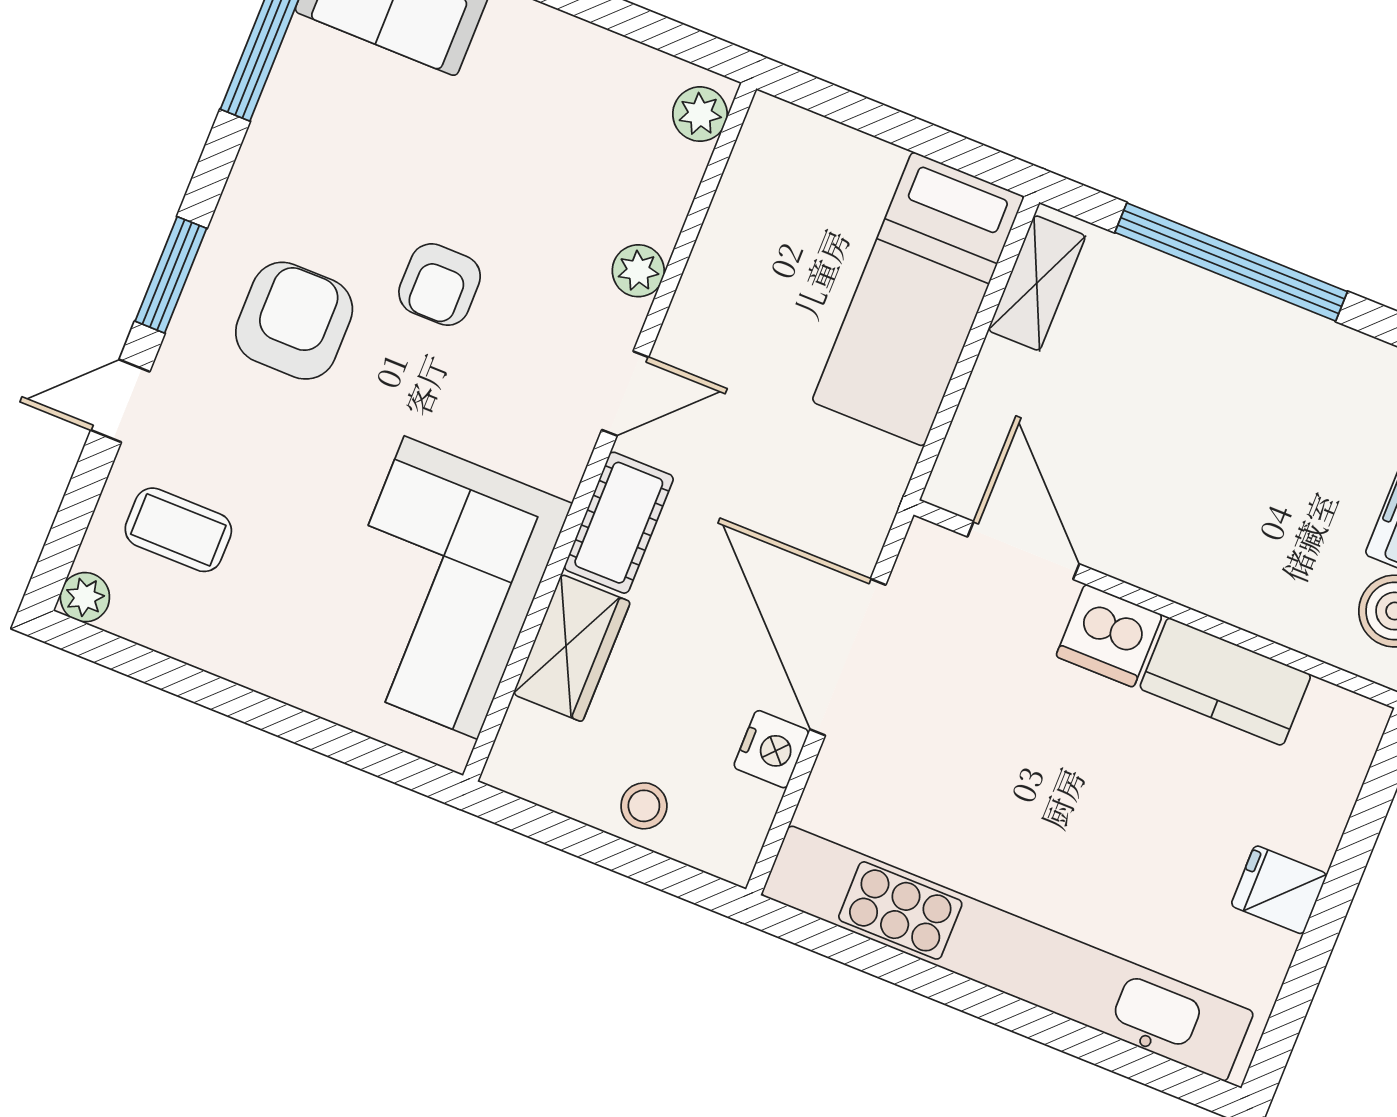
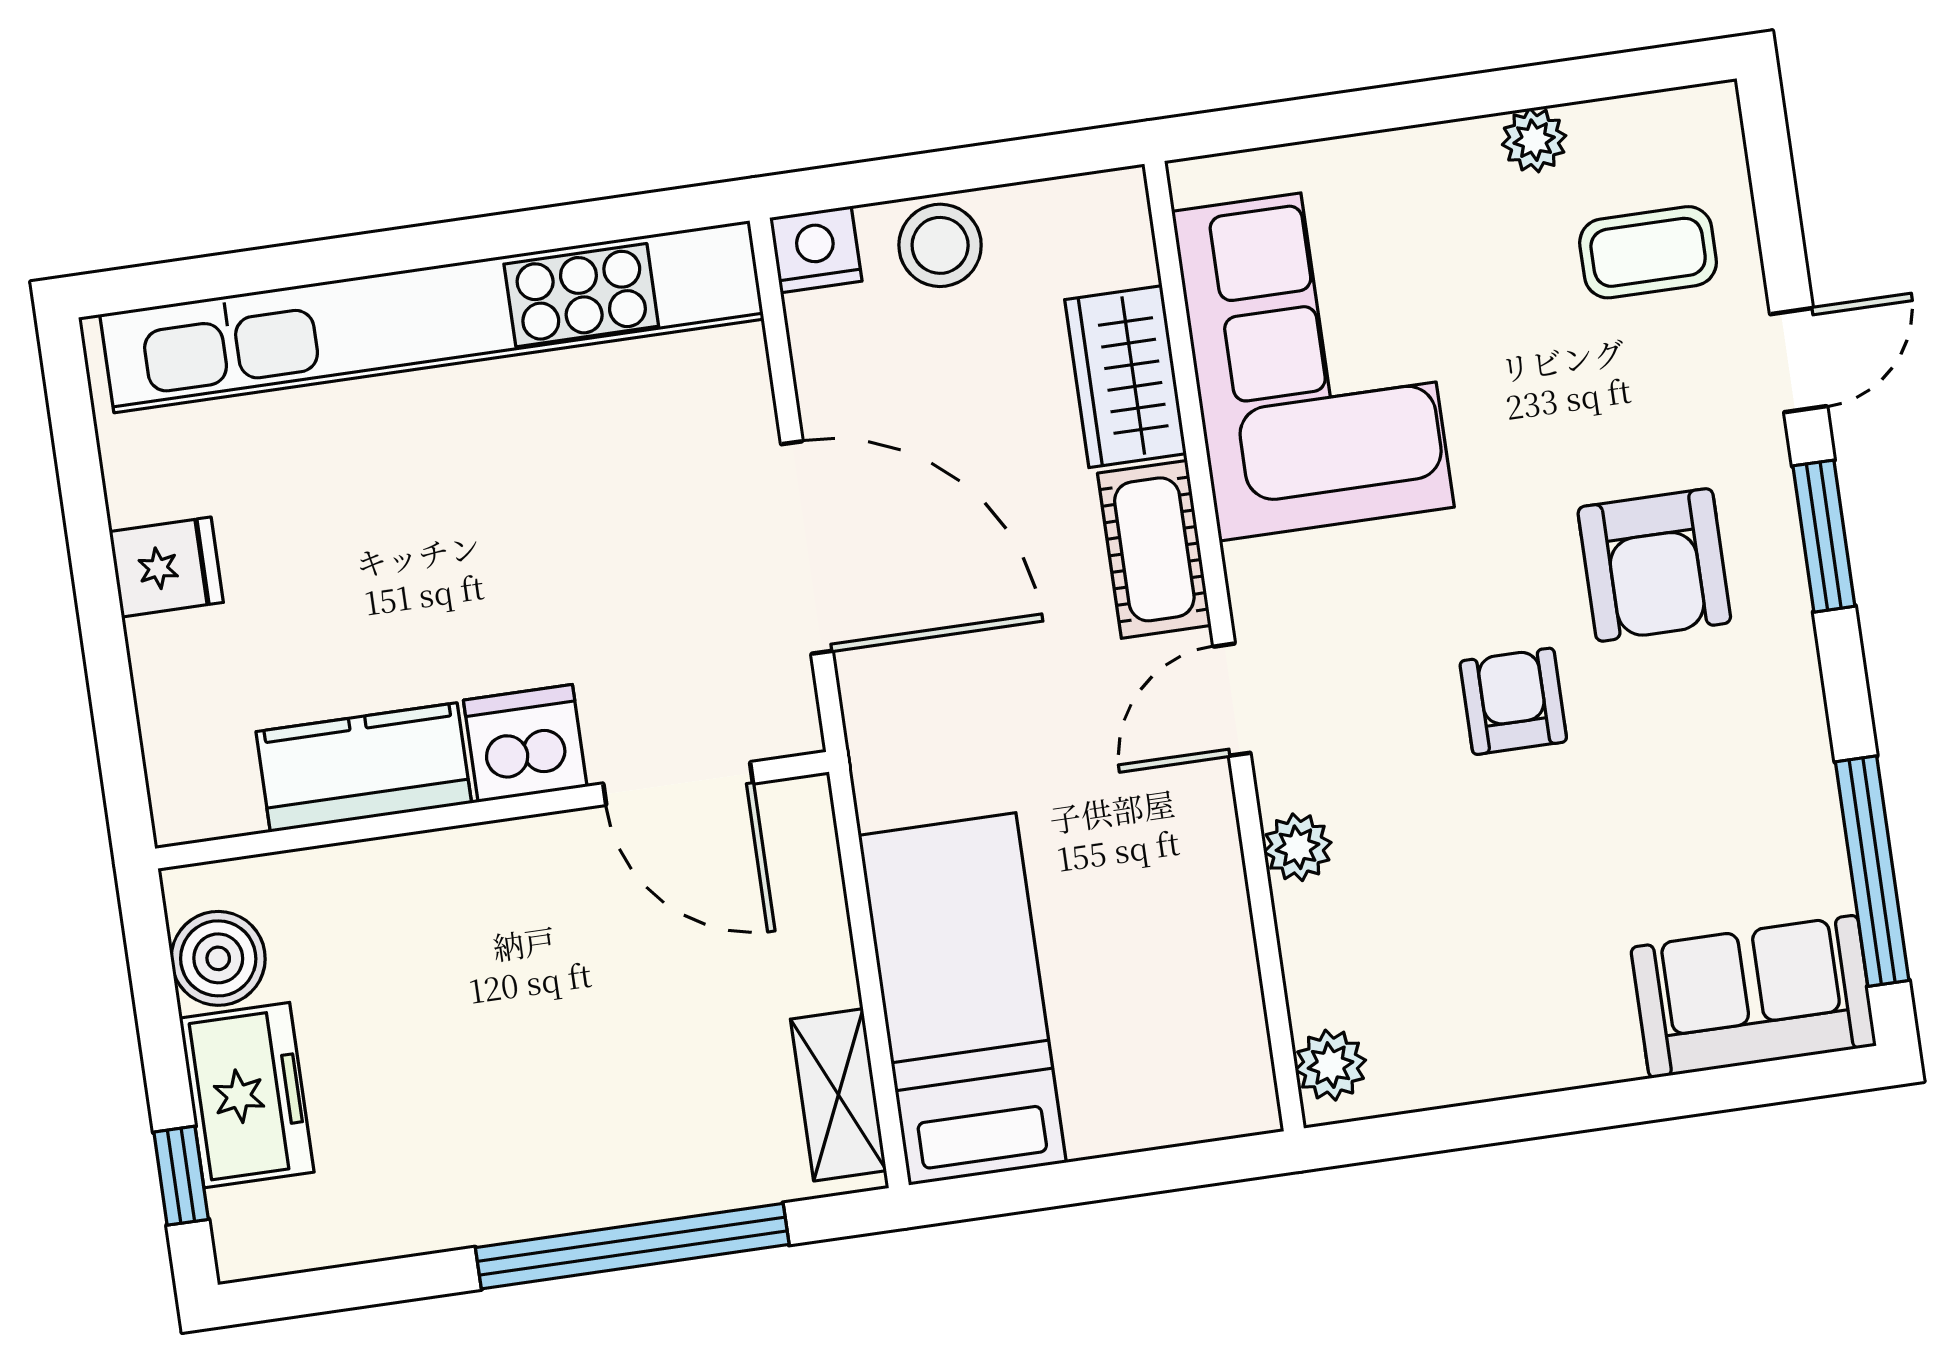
plant: (85, 597) -> (1534, 140), moved
nightstand: (771, 749) -> (816, 249), moved, turned 90
stool: (644, 806) -> (940, 245), width x1.37, depth x1.37

